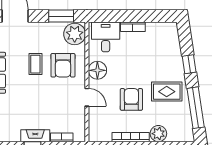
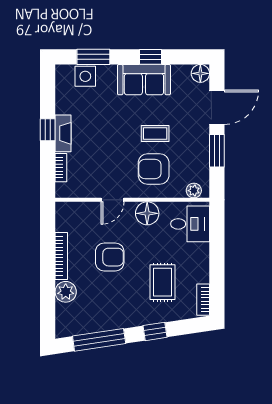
window: (61, 16) -> (217, 151), moved
bookcase: (133, 27) -> (203, 300), moved
plant: (75, 34) -> (194, 191), width x0.53, depth x0.53
rug: (167, 92) -> (163, 282), moved

